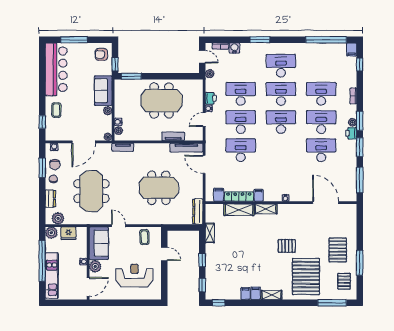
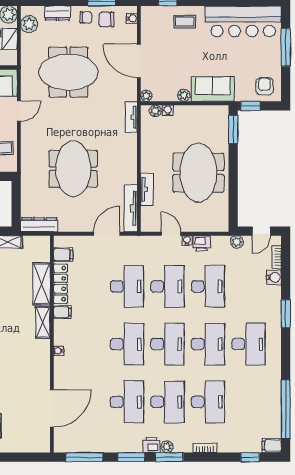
desk: (281, 150) -> (127, 344), added

